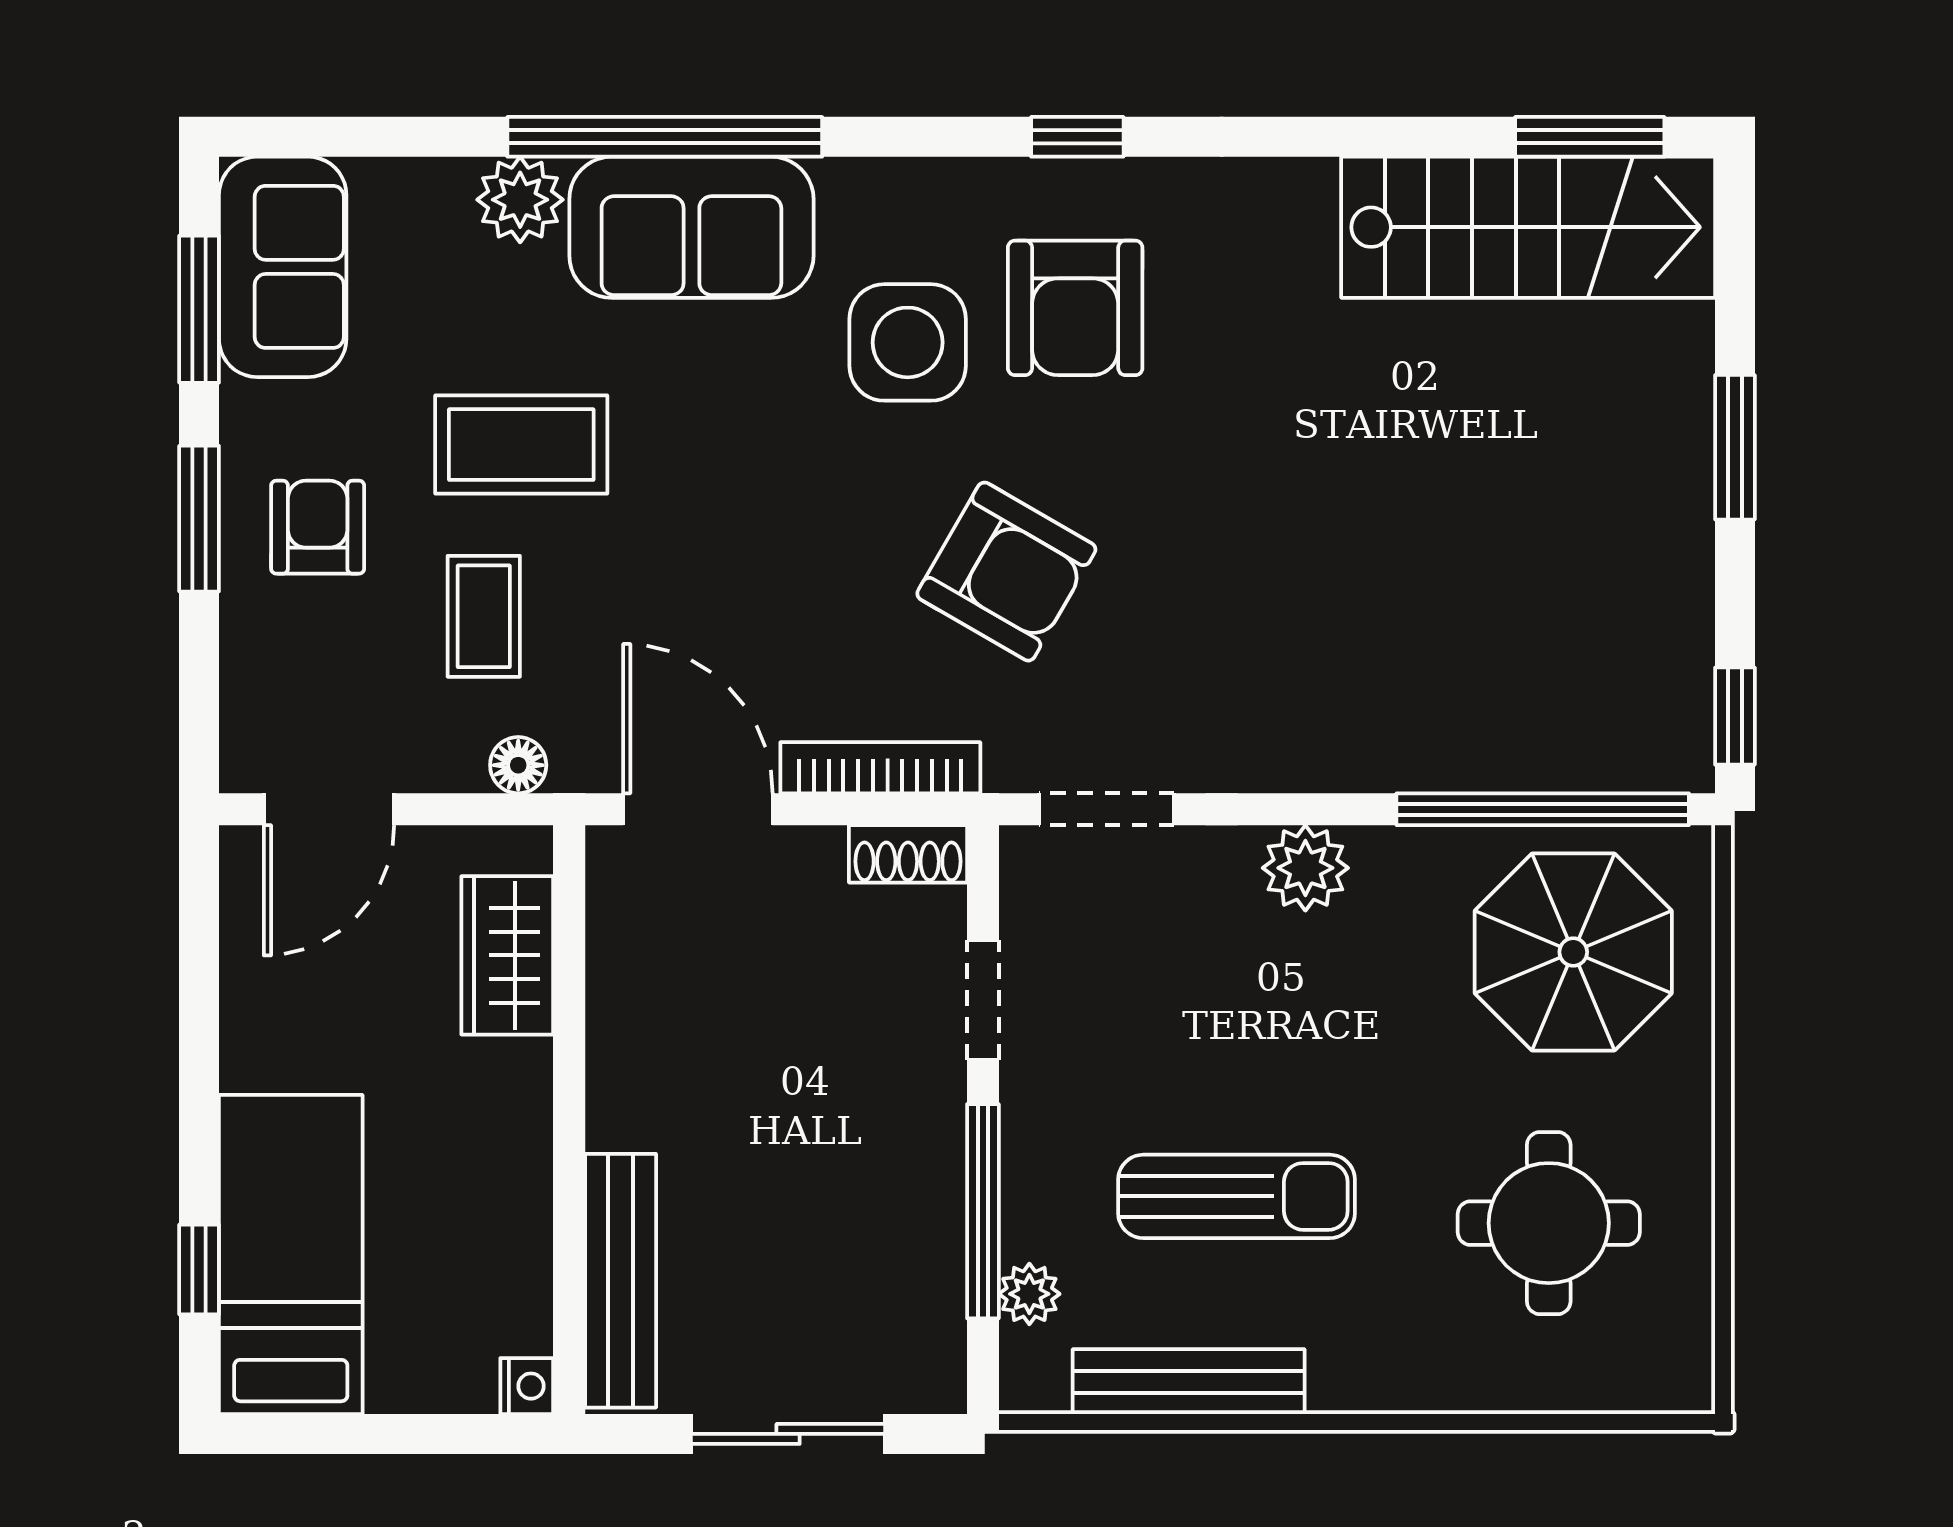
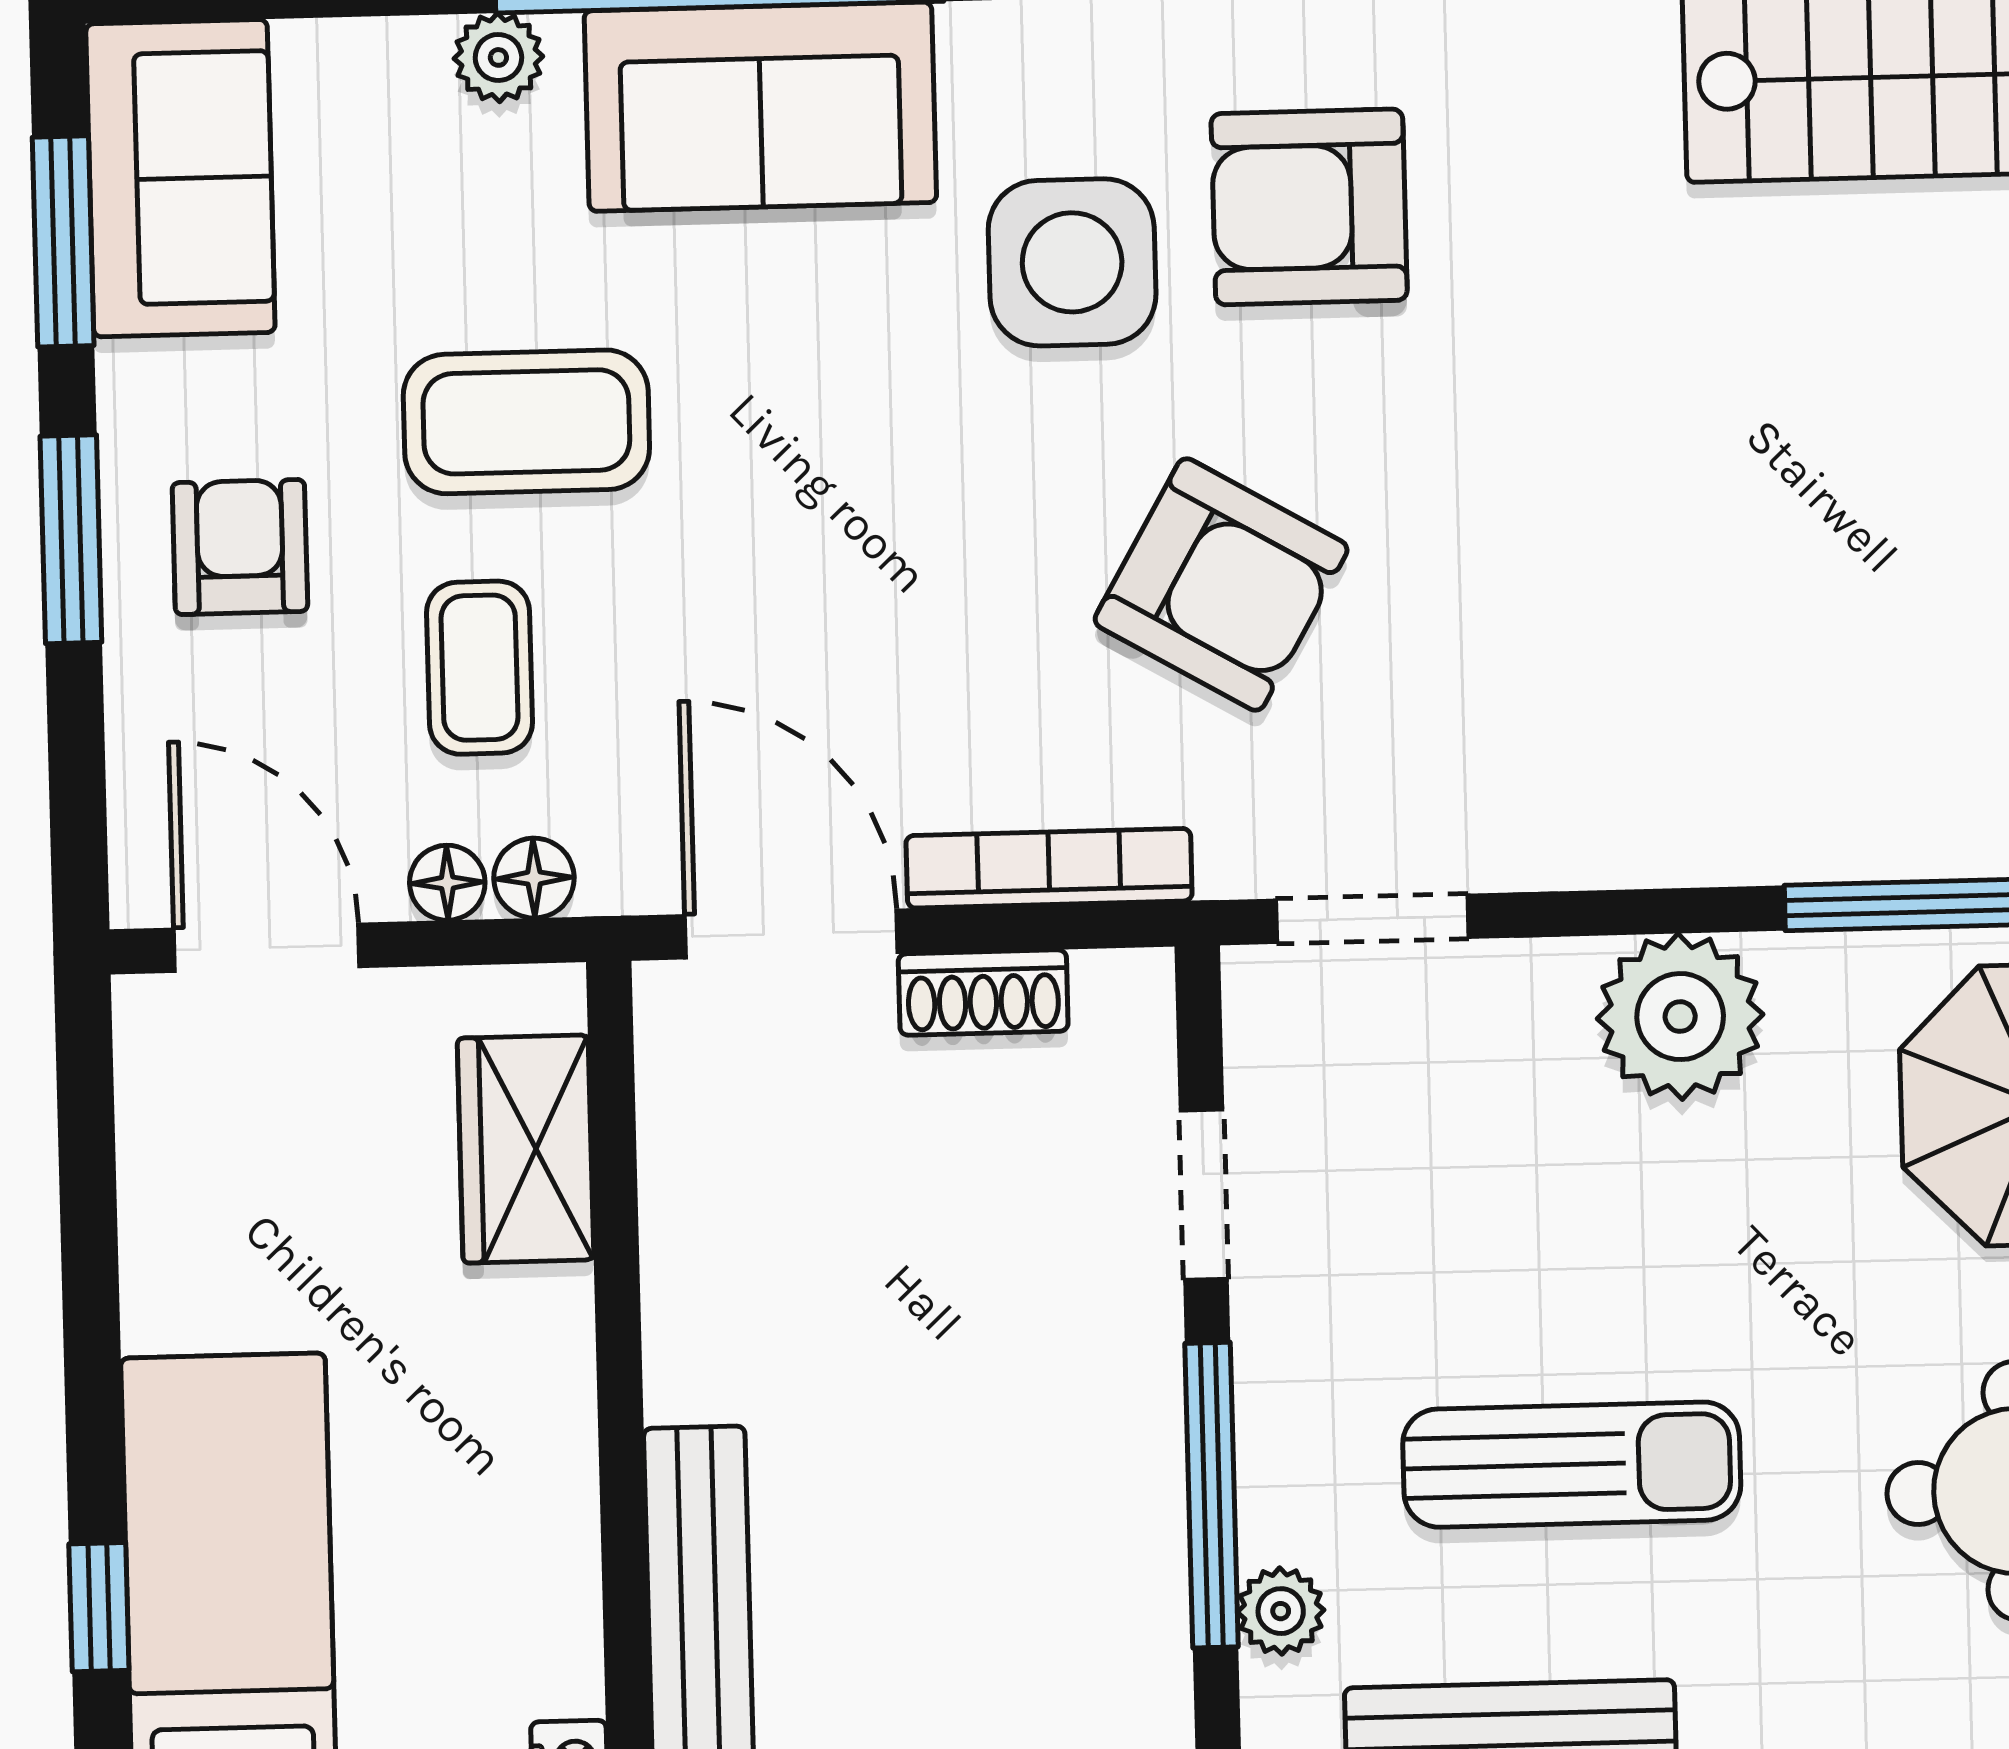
plant: (520, 200) -> (498, 57), width x0.73, depth x0.73
armchair: (1075, 308) -> (1309, 207), turned 90
floor lamp: (457, 767) -> (447, 883), added
door: (329, 809) -> (267, 948), swing flipped
shoe rack: (908, 854) -> (983, 992), moved
plant: (1305, 868) -> (1680, 1017), width x1.36, depth x1.36

